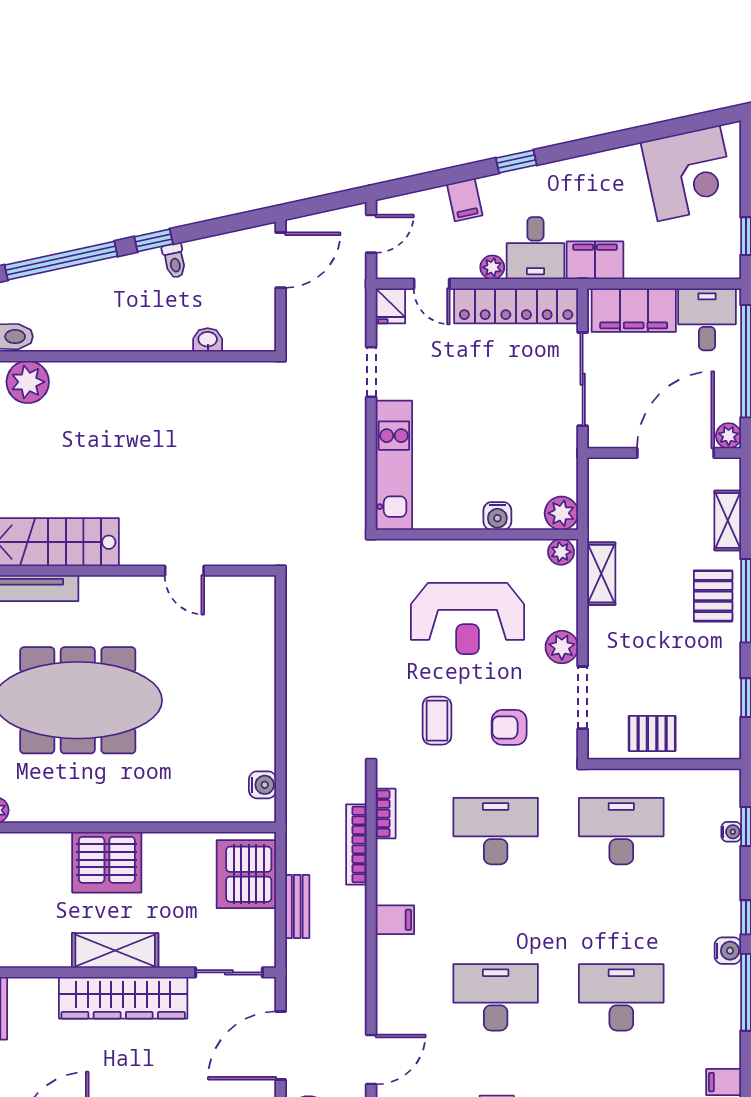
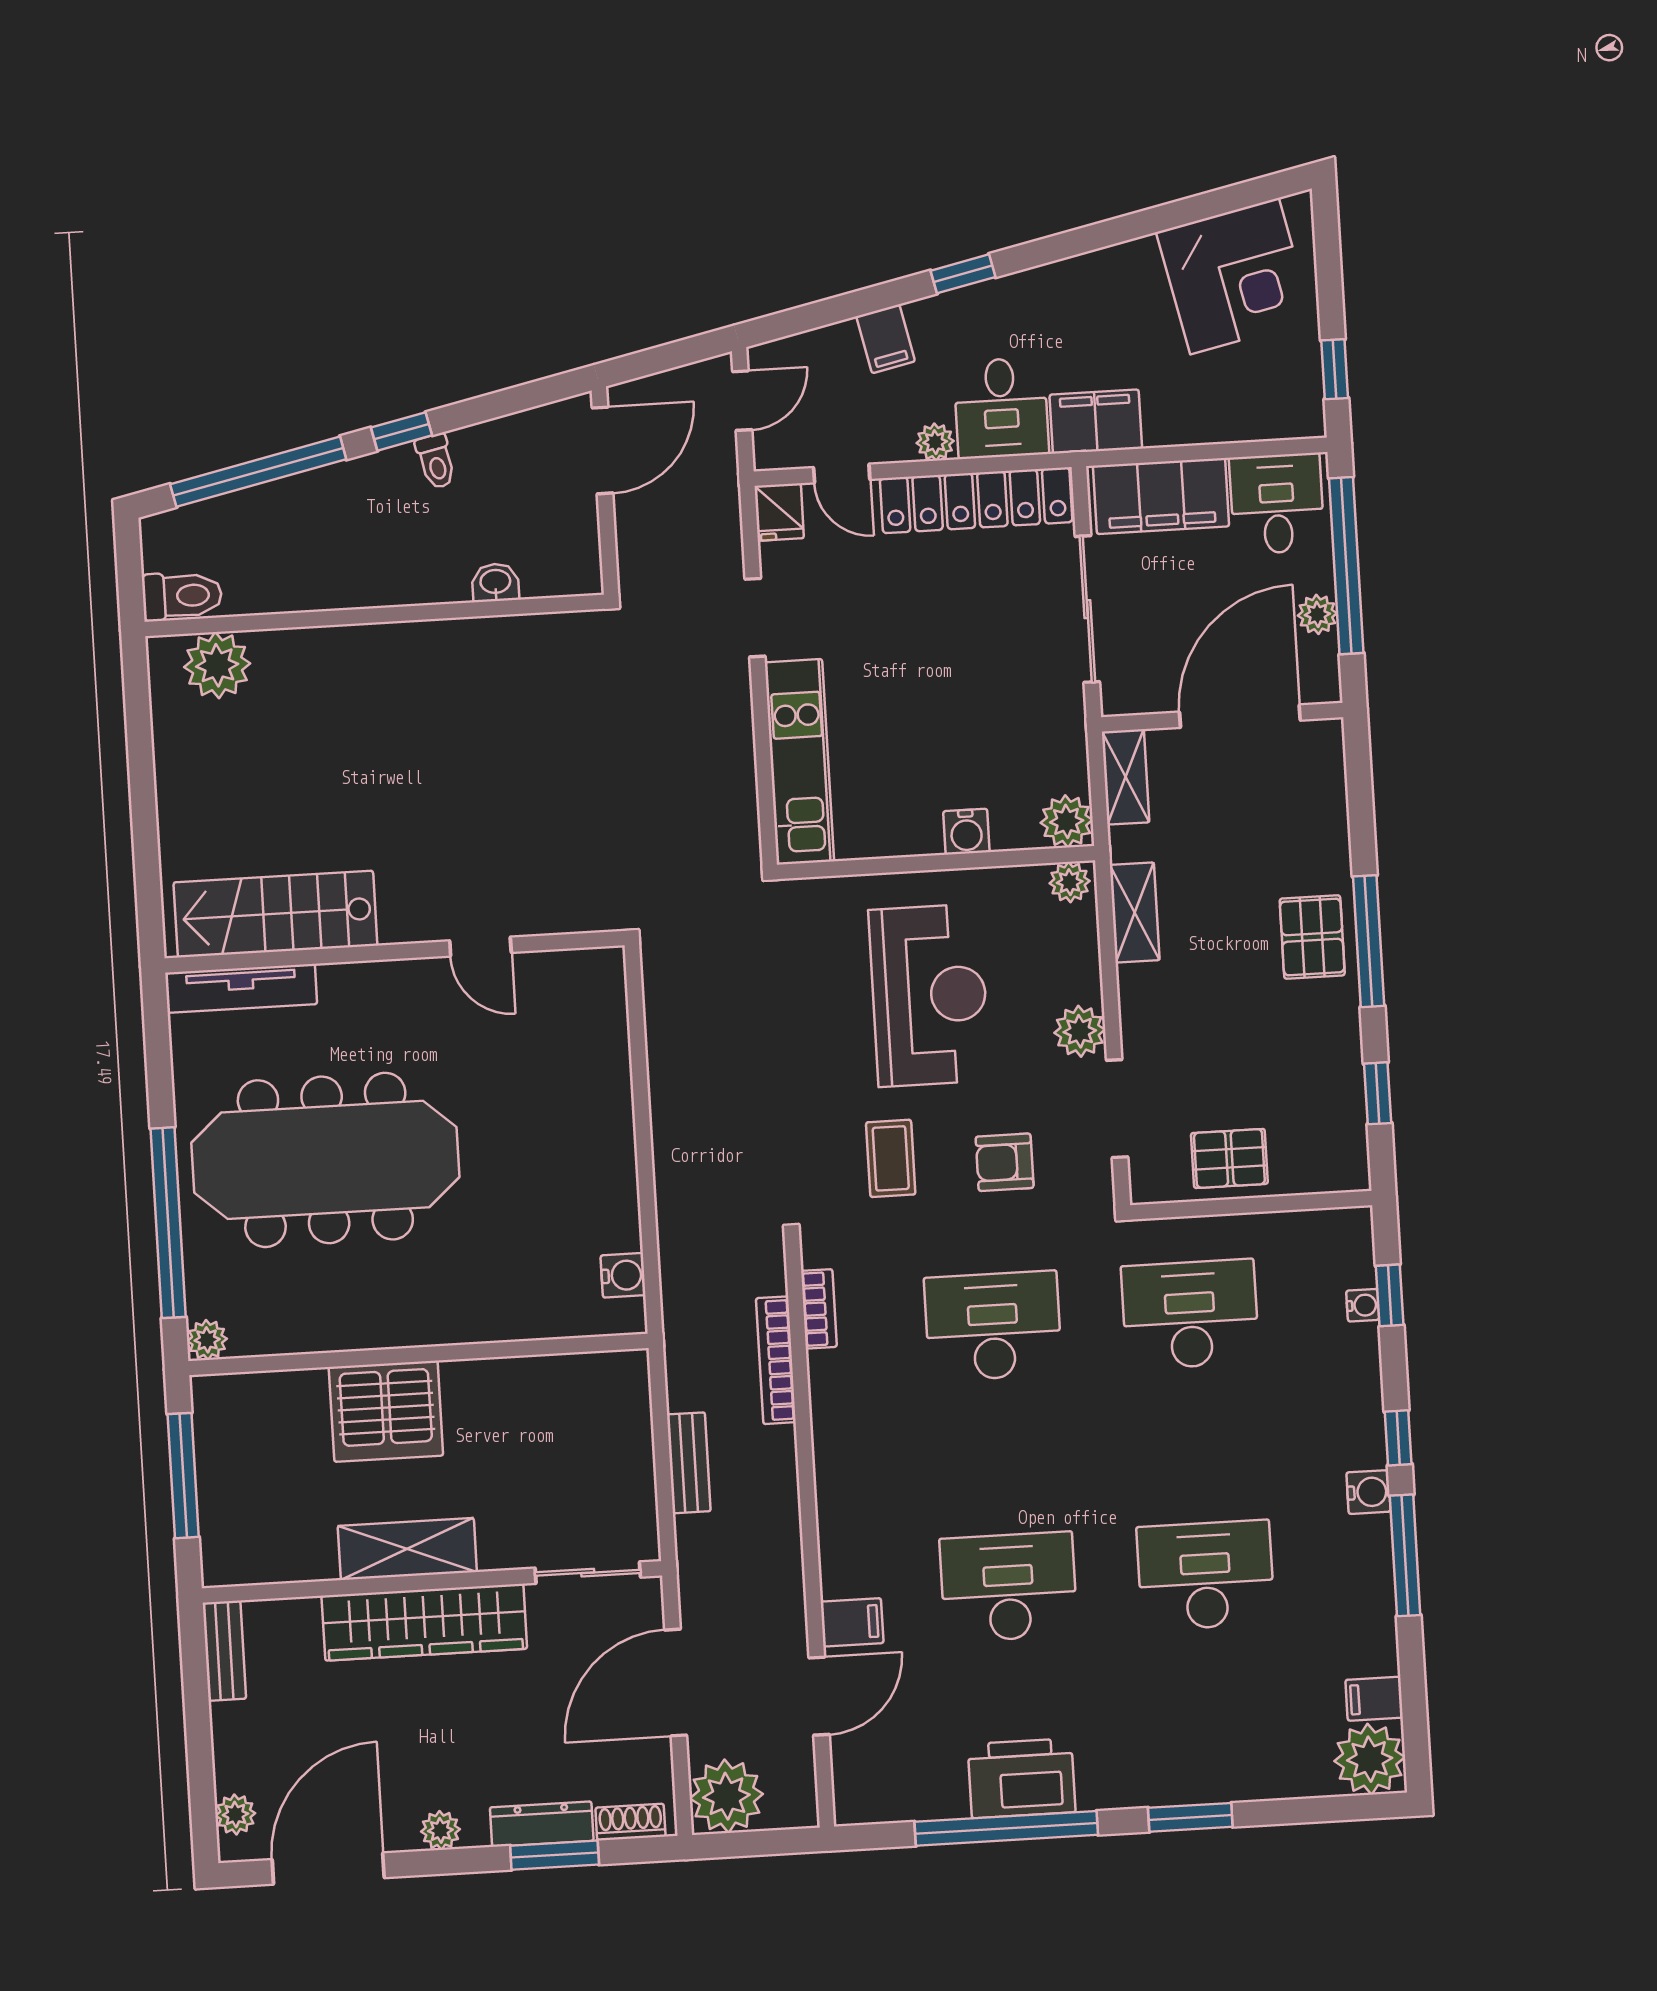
plant: (729, 436) -> (1317, 614), moved
shelving: (728, 520) -> (1126, 777), moved
reception desk: (468, 618) -> (929, 995), turned -90
server rack: (246, 874) -> (606, 1417), removed
filing cabinet: (395, 920) -> (852, 1622), moved

